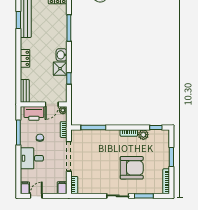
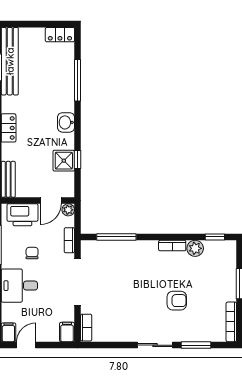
shower: (60, 69) -> (64, 161), moved
armchair: (132, 168) -> (177, 301), width x0.53, depth x0.53

